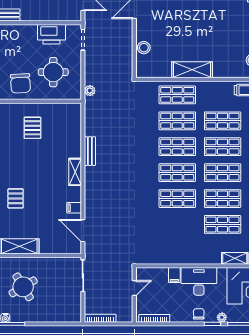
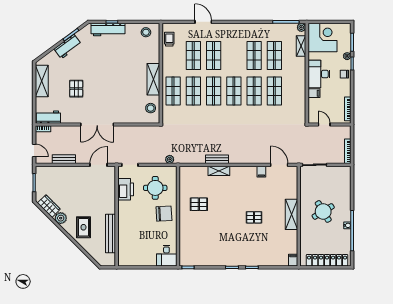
stool: (144, 48) -> (151, 108), moved
shelving: (75, 172) -> (219, 171), moved
shop shelf: (223, 173) -> (274, 91), moved
door: (83, 231) -> (279, 165), swing flipped

